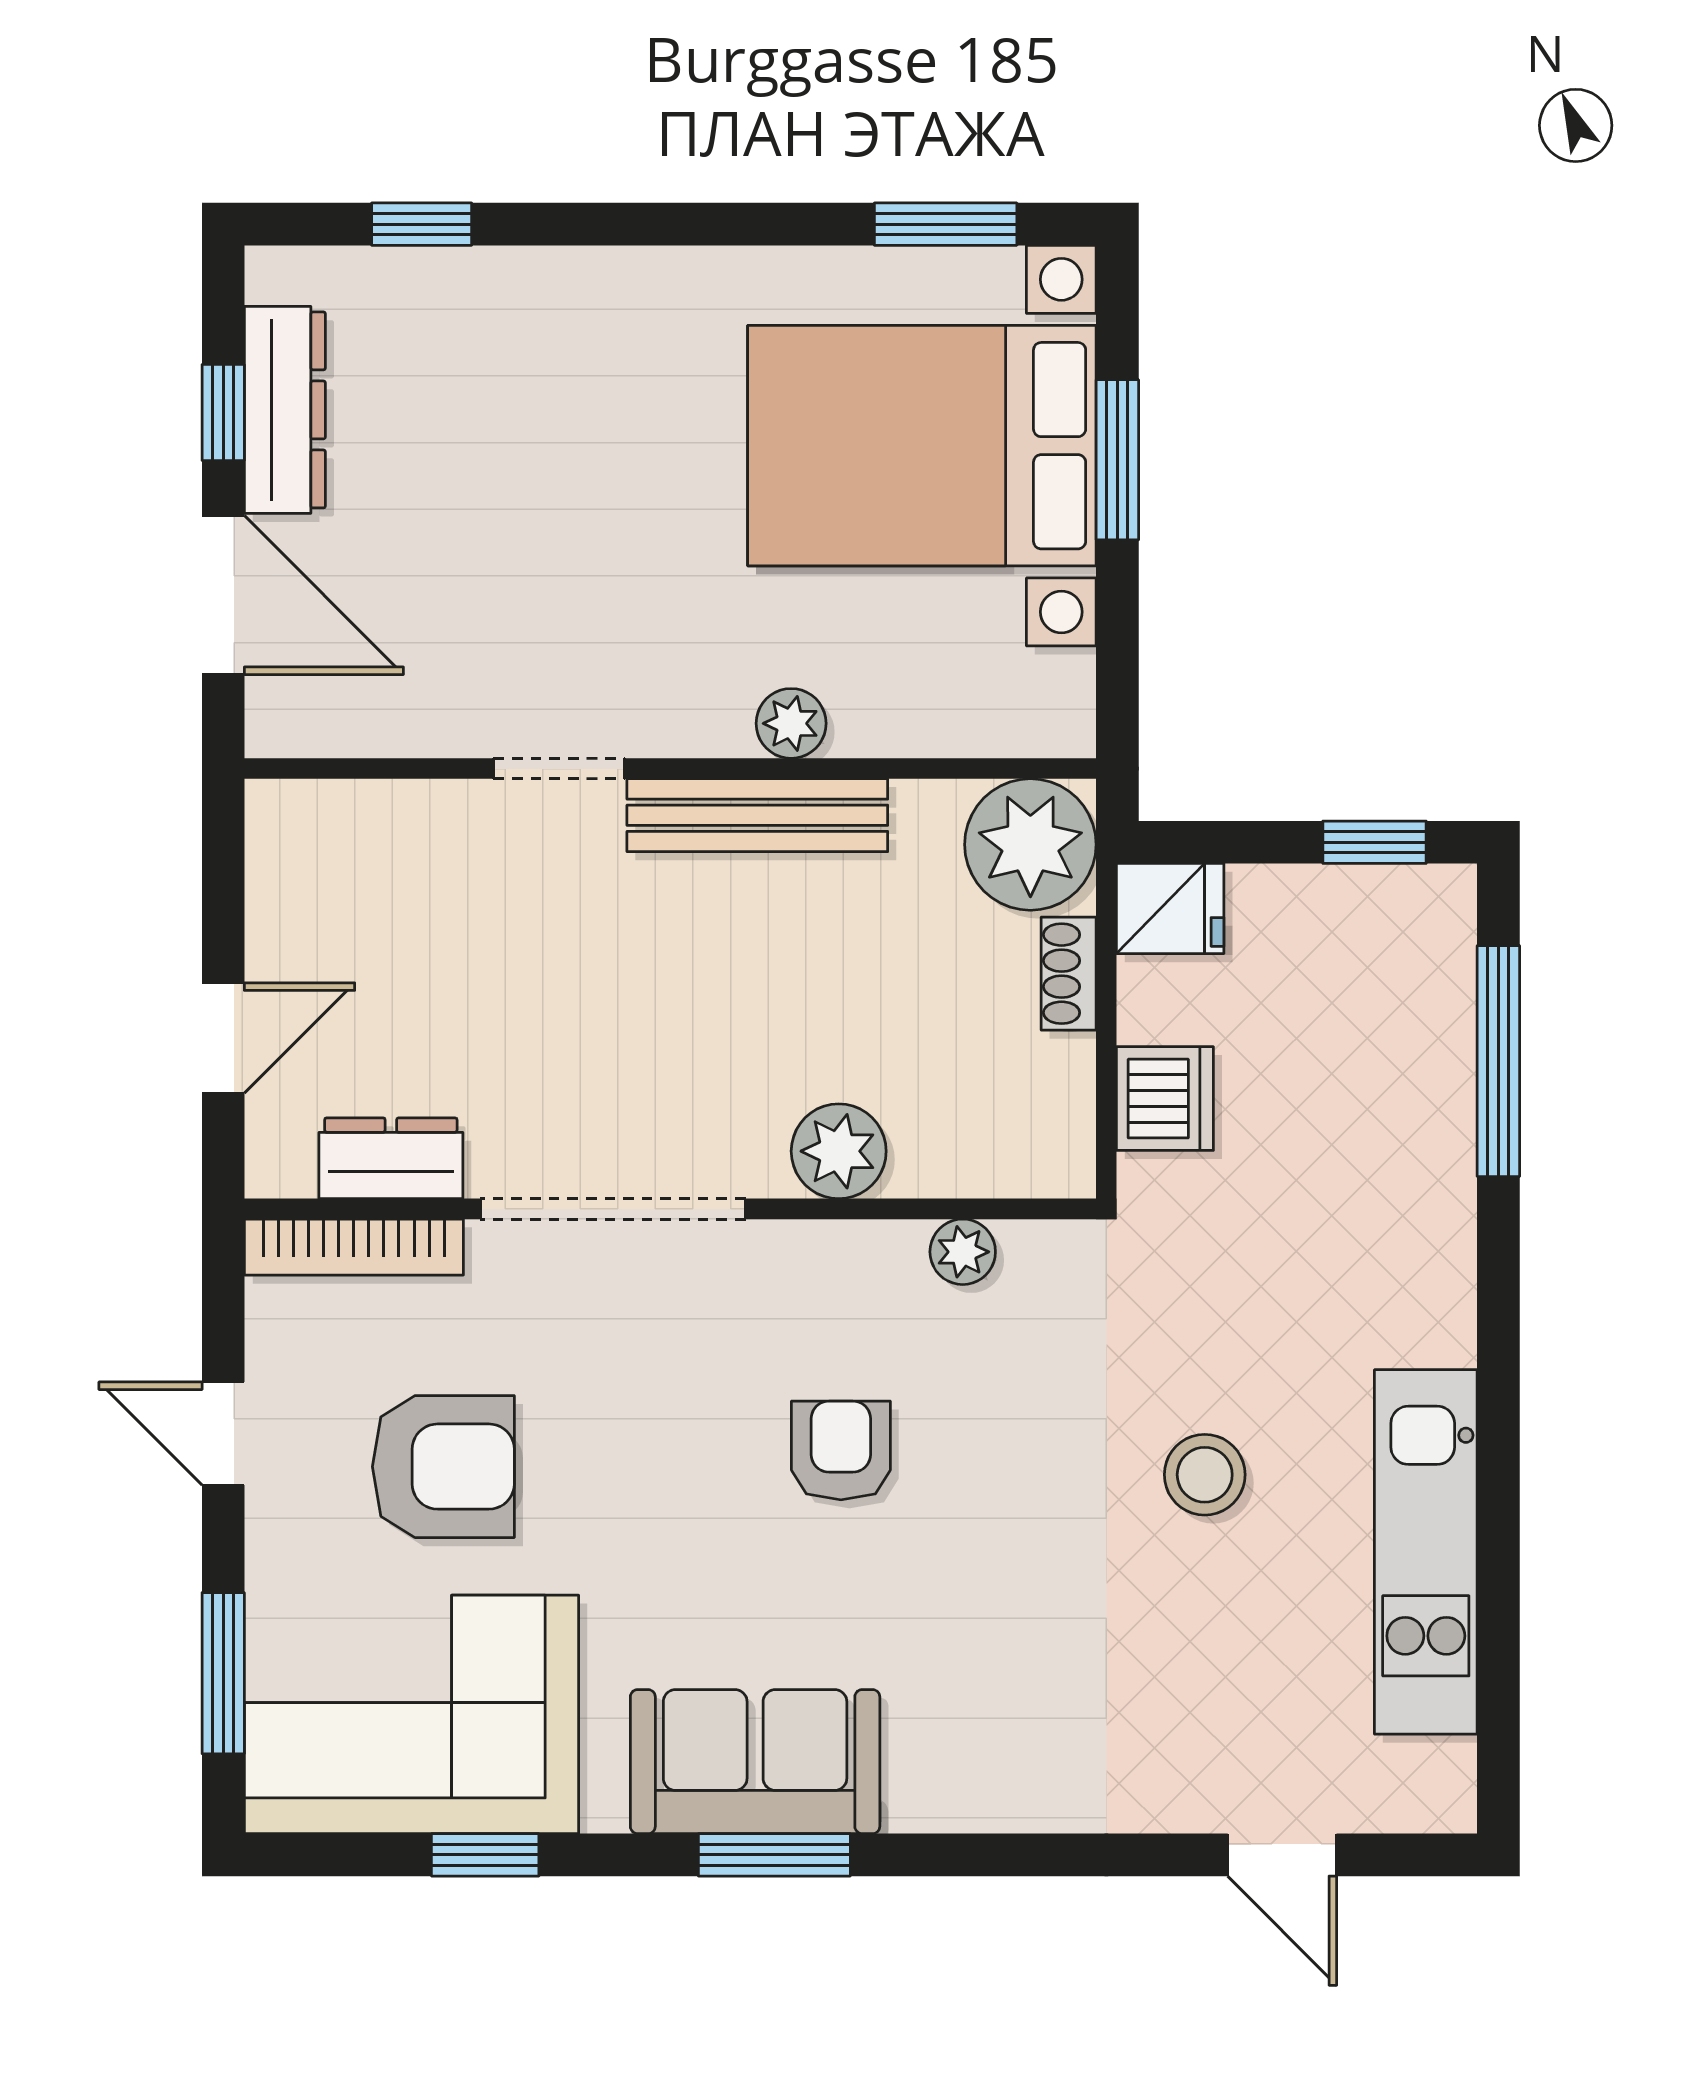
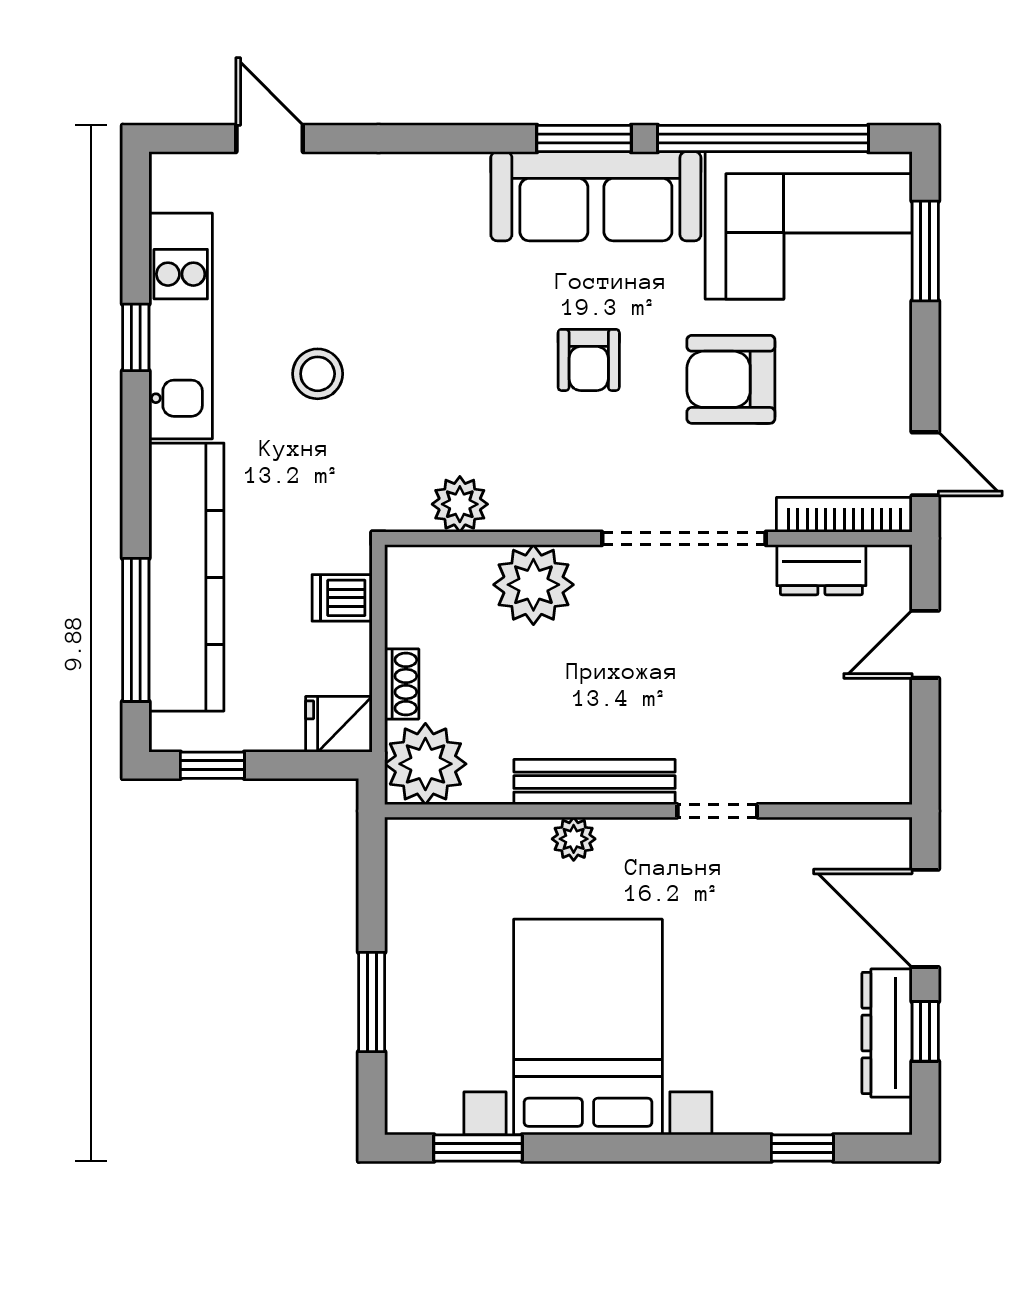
bed with nightstands: (922, 446) -> (588, 1027), moved, turned -90
dishwasher: (1165, 1099) -> (342, 598), width x0.73
kitchen counter: (1417, 1146) -> (186, 577), added
plant: (839, 1151) -> (533, 585), width x1.36, depth x1.36
plant: (963, 1252) -> (460, 504), width x1.38, depth x1.38
door: (223, 1434) -> (925, 464), moved
armchair: (841, 1450) -> (589, 360), moved
armchair: (443, 1467) -> (731, 379), moved
window: (1498, 1534) -> (136, 337), added
sofa: (755, 1762) -> (596, 196), width x1.36
window: (485, 1855) -> (763, 138), width x3.17

